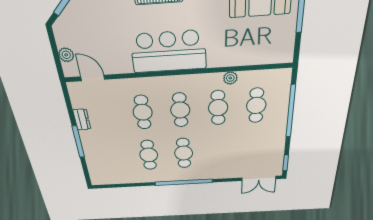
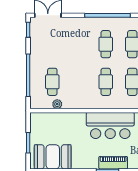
plant: (230, 78) -> (57, 104), moved
cafe table: (218, 108) -> (79, 82), removed

